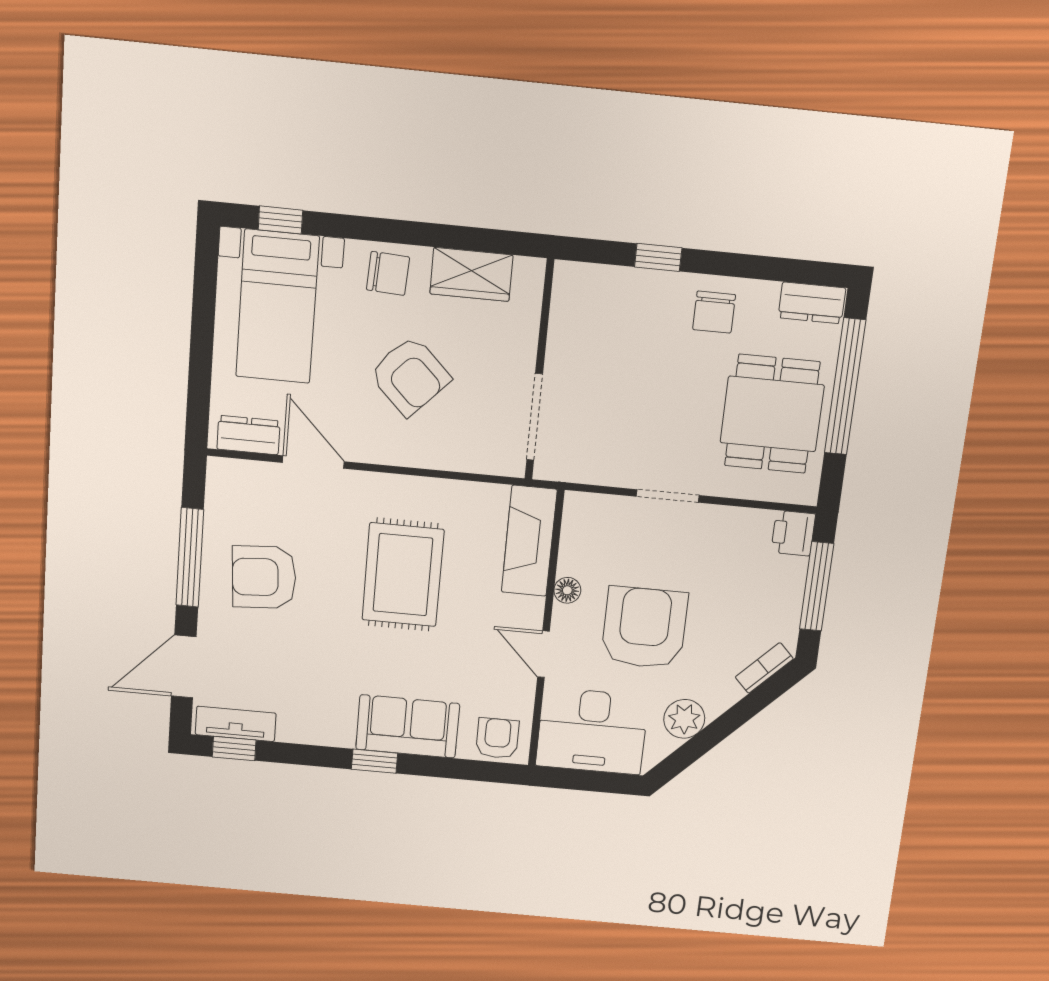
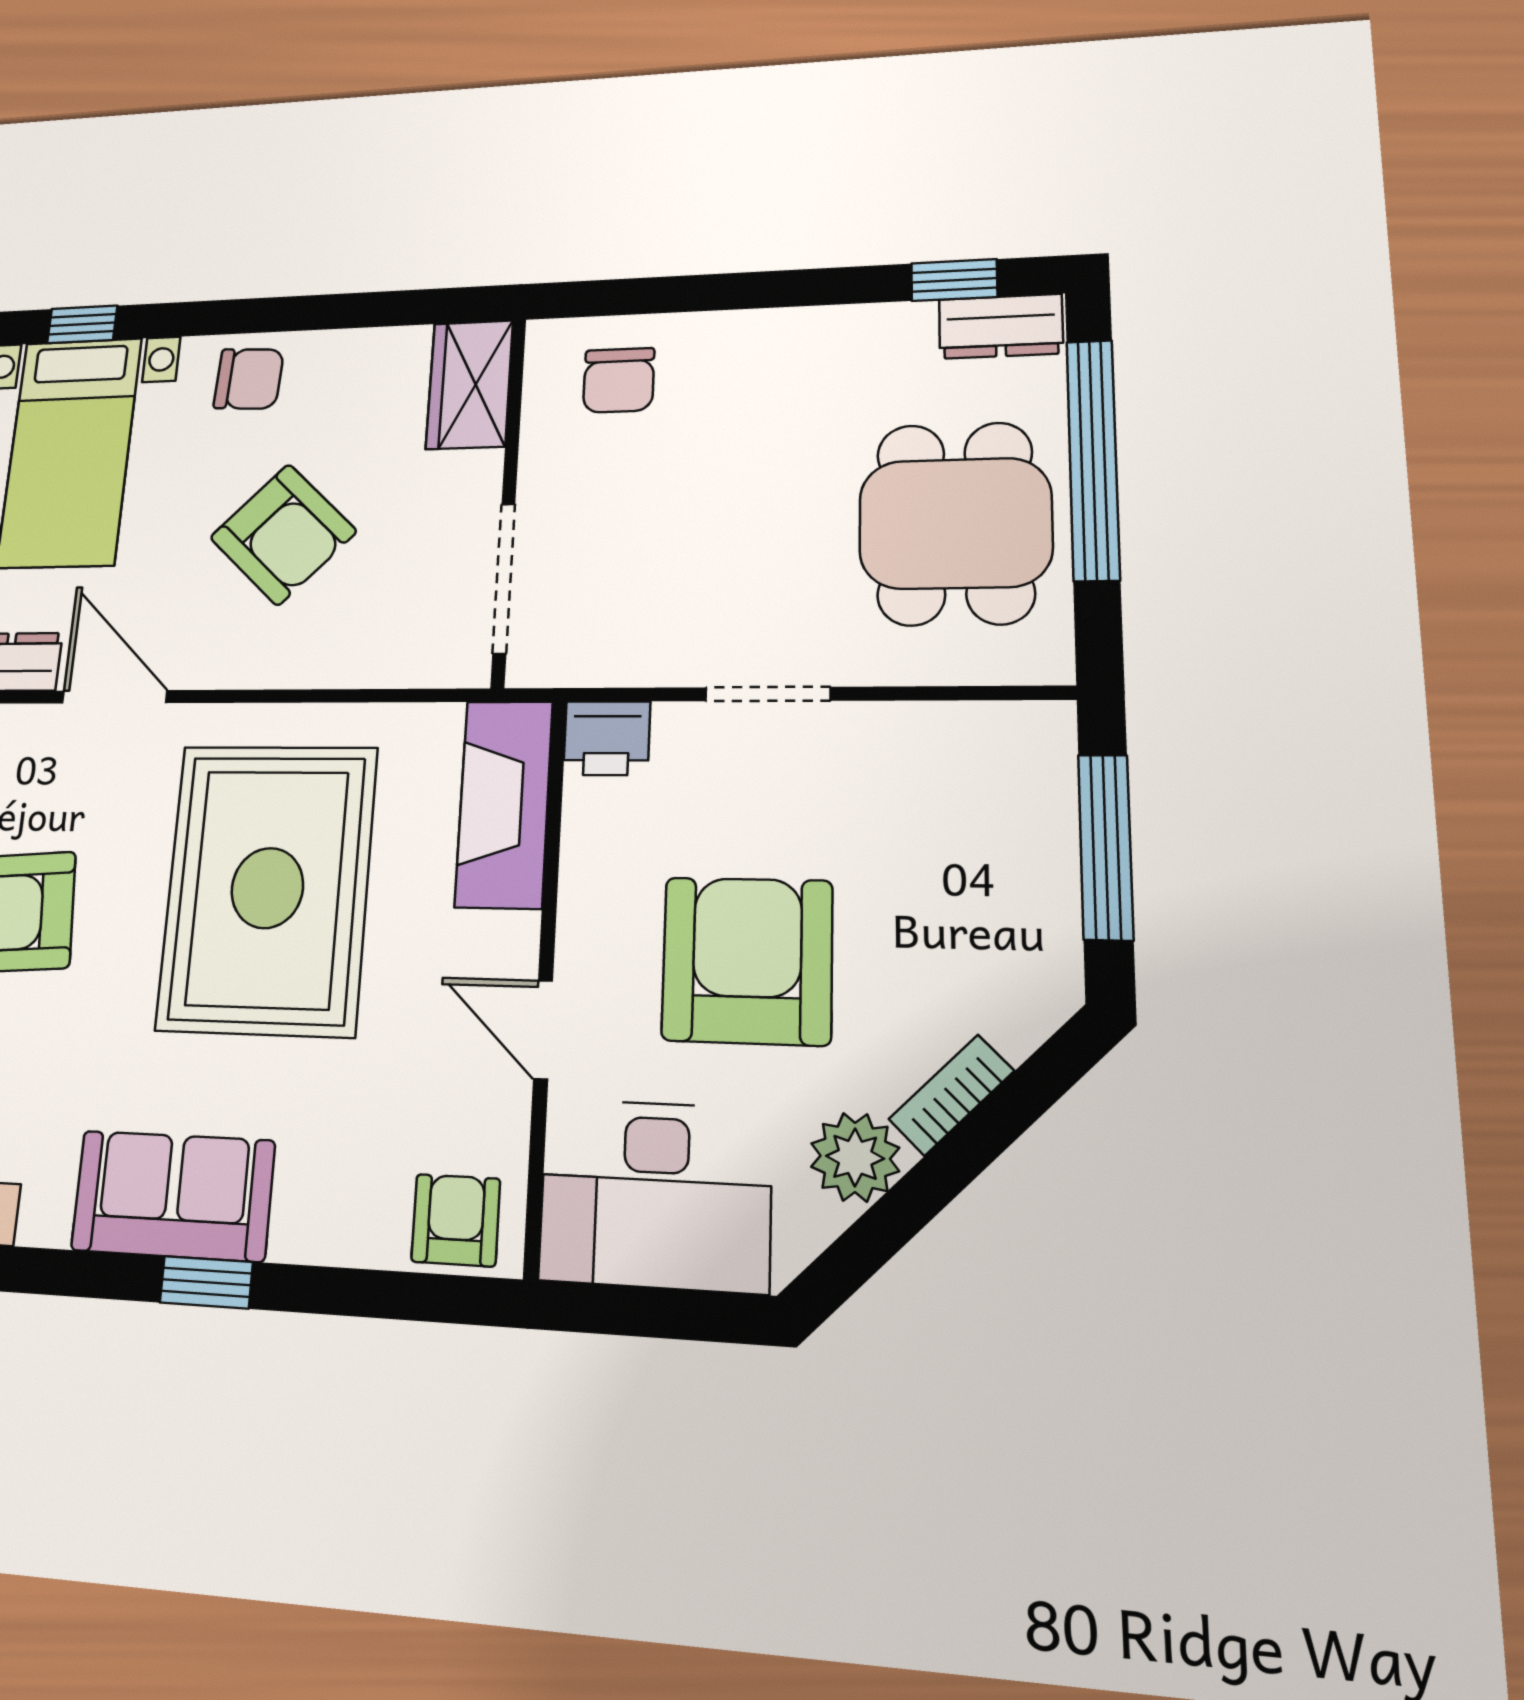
window: (658, 257) -> (954, 280), moved
wardrobe: (471, 274) -> (469, 385), moved, turned 90
chair: (714, 312) -> (619, 380), moved
printer: (793, 533) -> (607, 738), moved, turned -90
rug: (403, 575) -> (267, 888), width x1.37, depth x1.44
floor lamp: (567, 590) -> (584, 894), removed
bookcase: (764, 668) -> (951, 1095), moved
sofa: (408, 726) -> (173, 1195), moved

